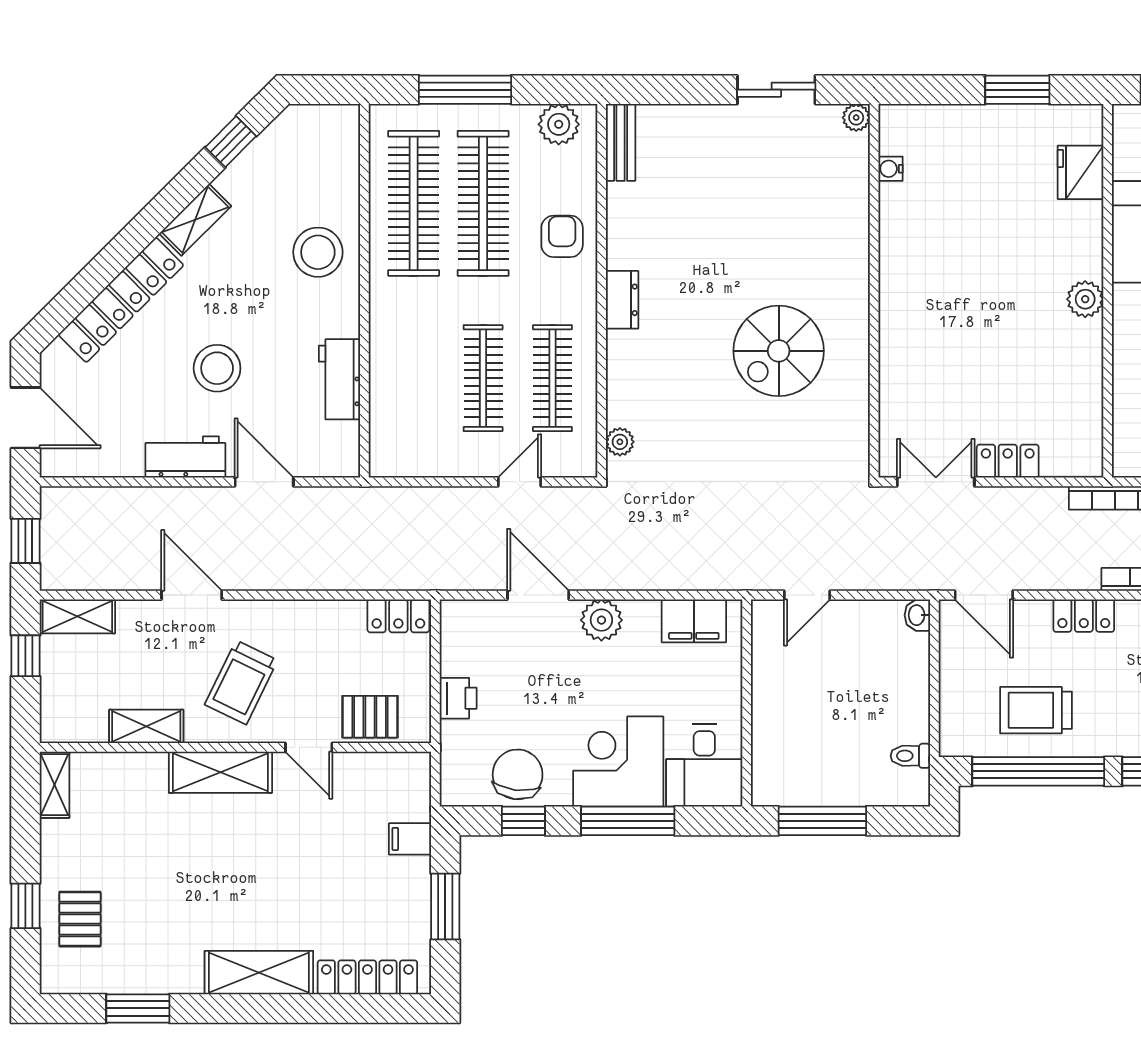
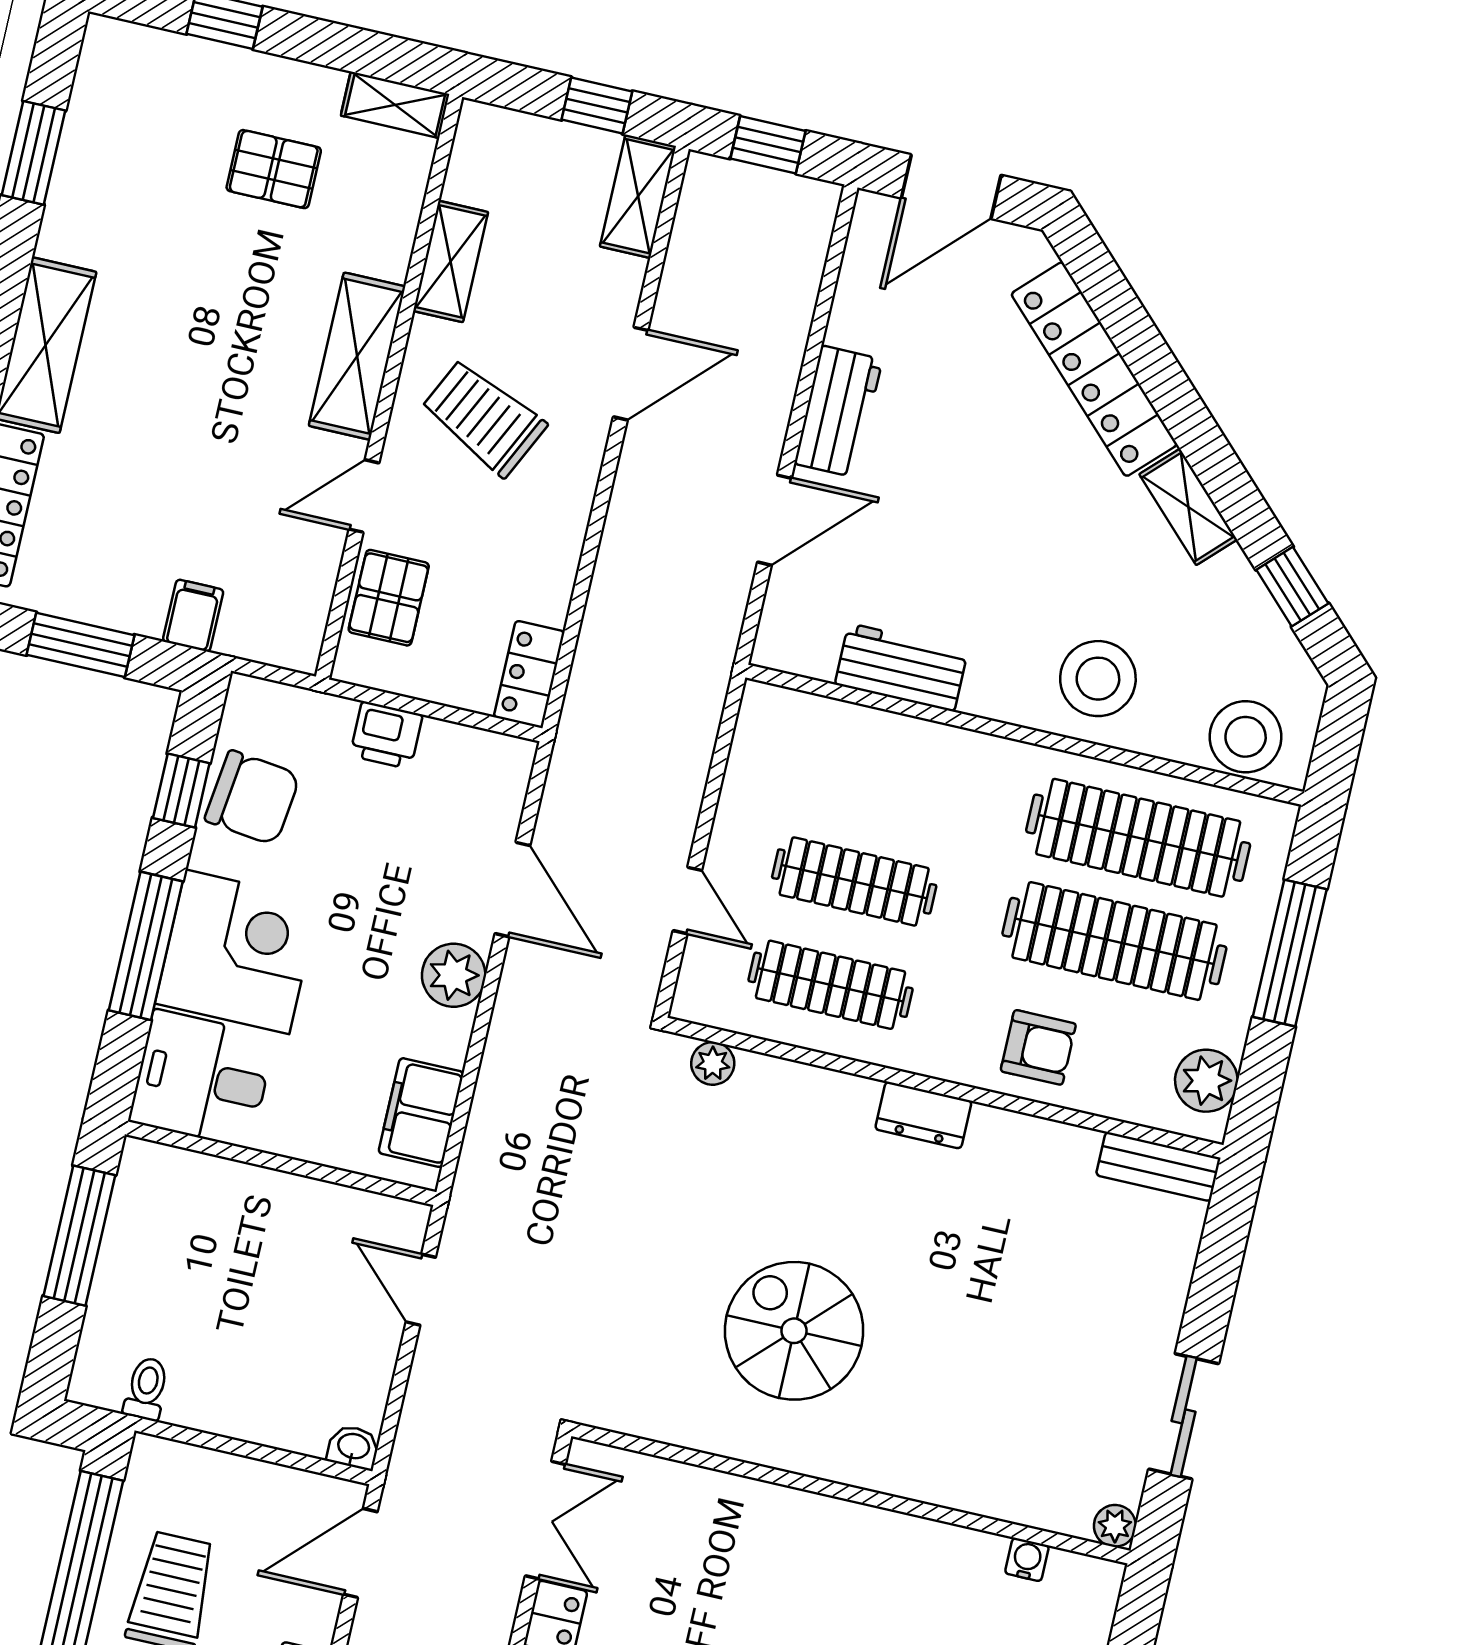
stool: (217, 368) -> (1246, 737), moved
door: (538, 595) -> (512, 889), hinge flipped
pallet: (80, 919) -> (274, 169), moved

